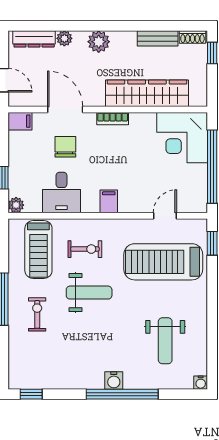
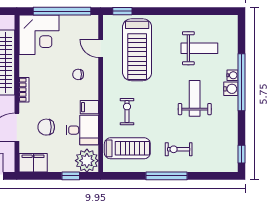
filing cabinet: (20, 121) -> (33, 163), width x2.00
chair: (132, 187) -> (78, 74), added
filing cabinet: (109, 201) -> (89, 107), moved
plant: (16, 205) -> (87, 161), width x1.87, depth x1.87
weight bench: (89, 293) -> (195, 98), moved
water cooler: (201, 383) -> (232, 75), moved

